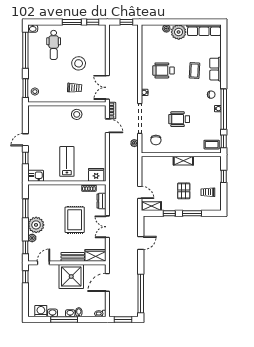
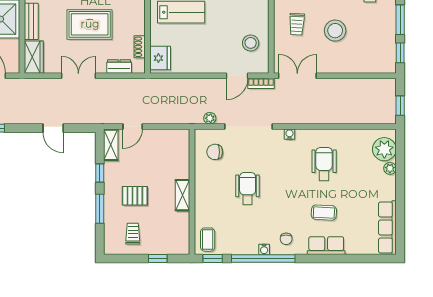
plant: (179, 32) -> (384, 149), moved
stool: (77, 114) -> (251, 43), moved

